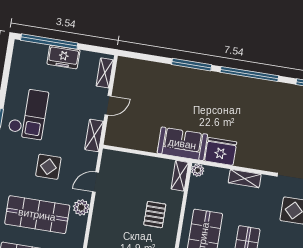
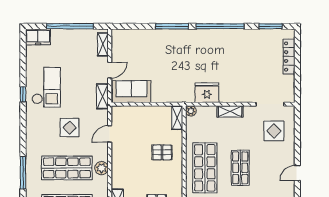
window: (49, 42) -> (70, 26), moved
freezer: (63, 57) -> (38, 37), moved
sofa: (182, 144) -> (132, 92), moved
plant: (81, 207) -> (102, 168), moved
pallet: (155, 215) -> (162, 152), turned 90

